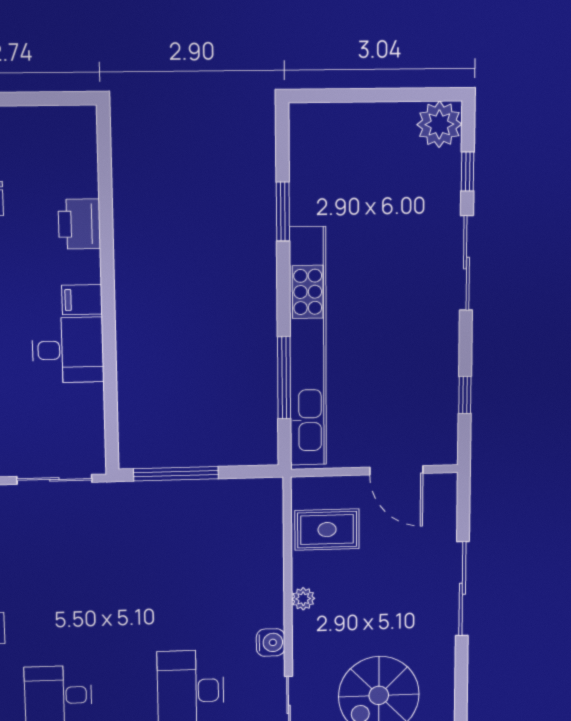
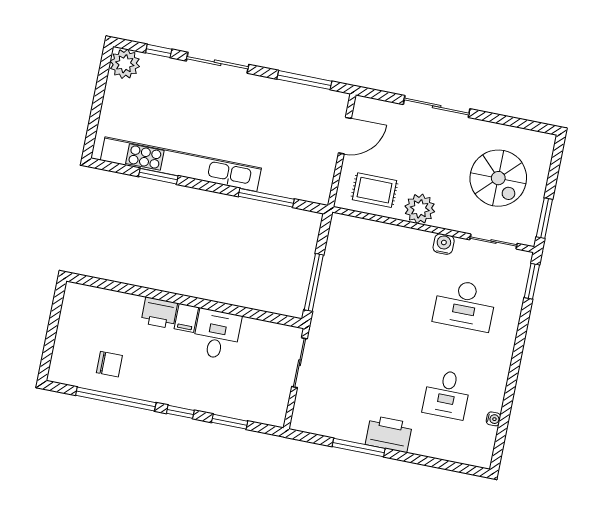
printer: (79, 224) -> (159, 313), moved
kitchen unit: (308, 347) -> (181, 164), moved
window: (465, 395) -> (304, 80), width x2.17
rug: (327, 530) -> (375, 190), turned 90
plant: (303, 599) -> (420, 209), width x1.88, depth x1.88

